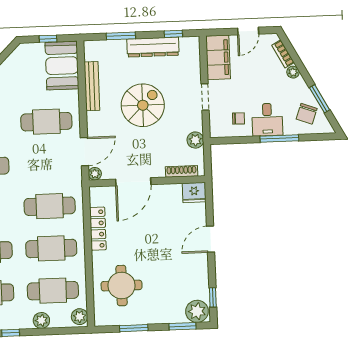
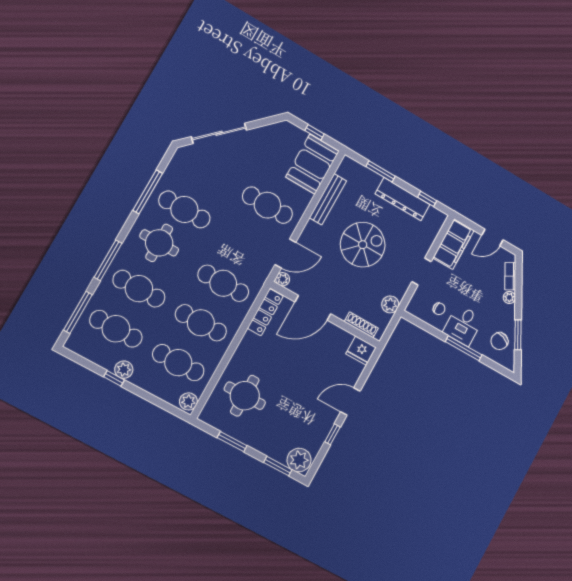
locker: (98, 229) -> (265, 312), moved
window: (213, 297) -> (332, 434), moved
plant: (41, 320) -> (124, 370), moved

